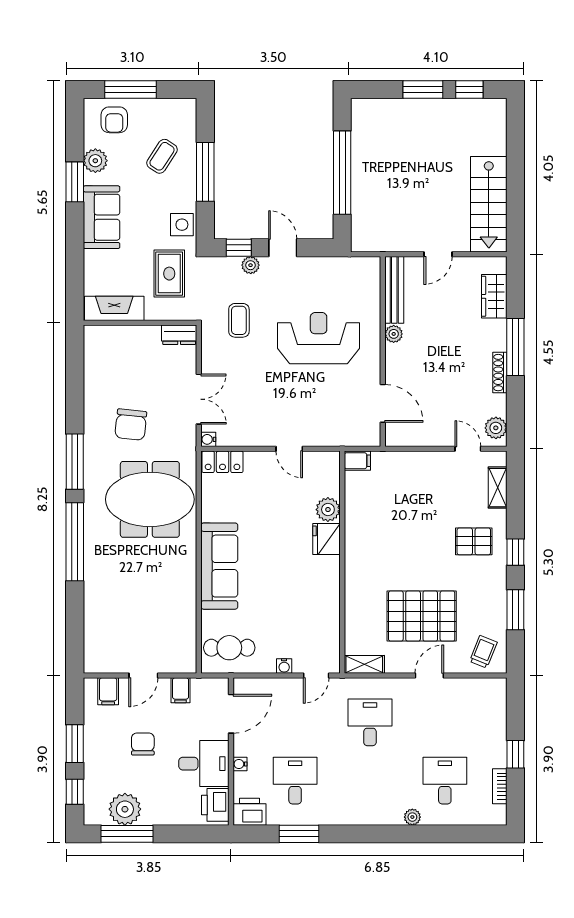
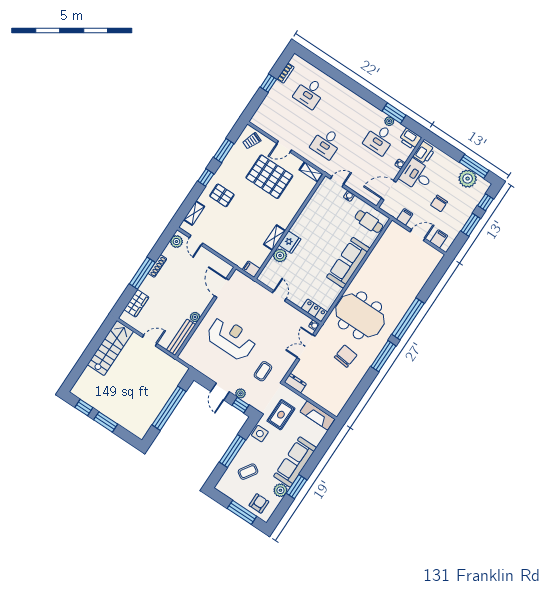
sofa: (102, 217) -> (295, 462), width x1.36
reception desk: (319, 338) -> (231, 338), turned 180
shelving: (354, 531) -> (274, 238), added
plant: (412, 817) -> (389, 121), moved

